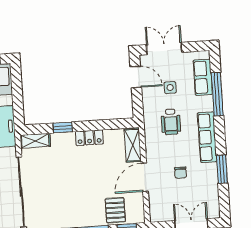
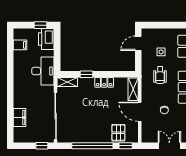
double door: (164, 49) -> (159, 25), removed
door: (136, 77) -> (138, 43), swing flipped
door: (145, 177) -> (140, 112), hinge flipped

